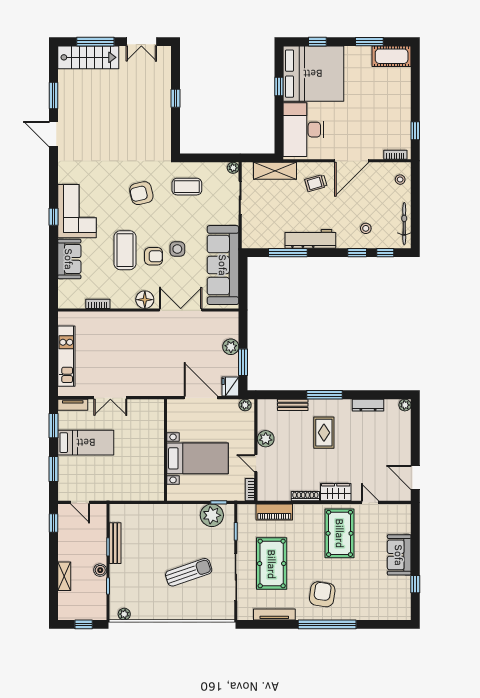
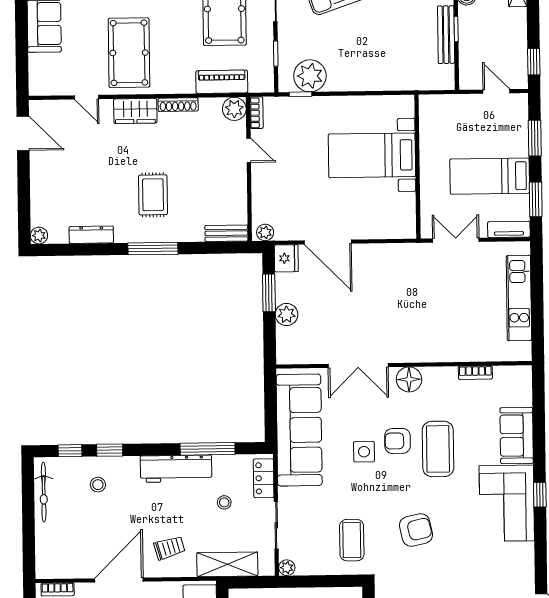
stool: (400, 180) -> (224, 502), moved
coffee table: (187, 187) -> (352, 540), turned 90
locker: (249, 231) -> (264, 478), added
bench: (293, 405) -> (226, 233), moved
plant: (266, 439) -> (234, 109), moved
wall: (165, 450) -> (417, 167), moved
bed with nightstands: (198, 458) -> (372, 155), moved

